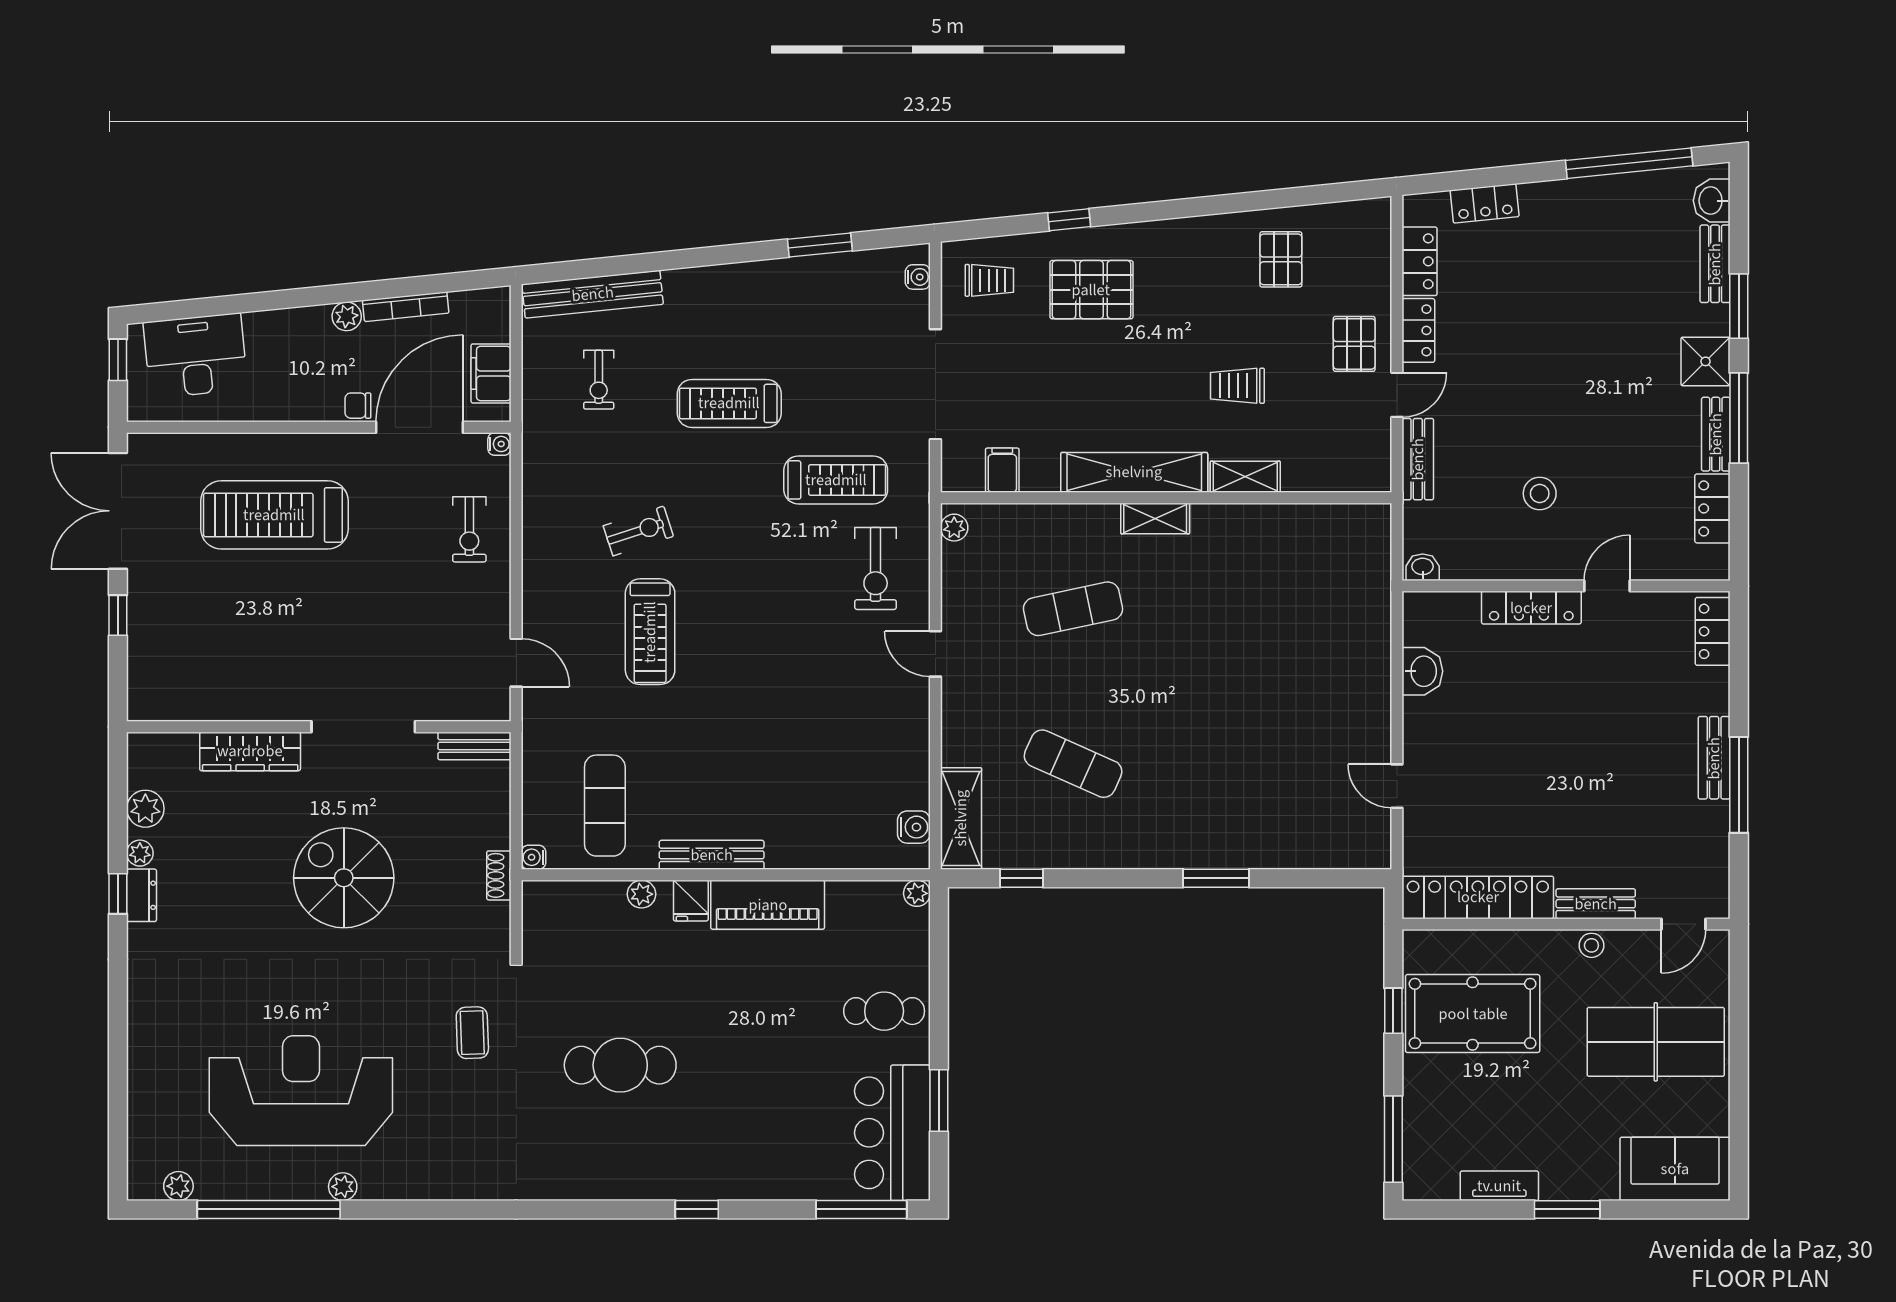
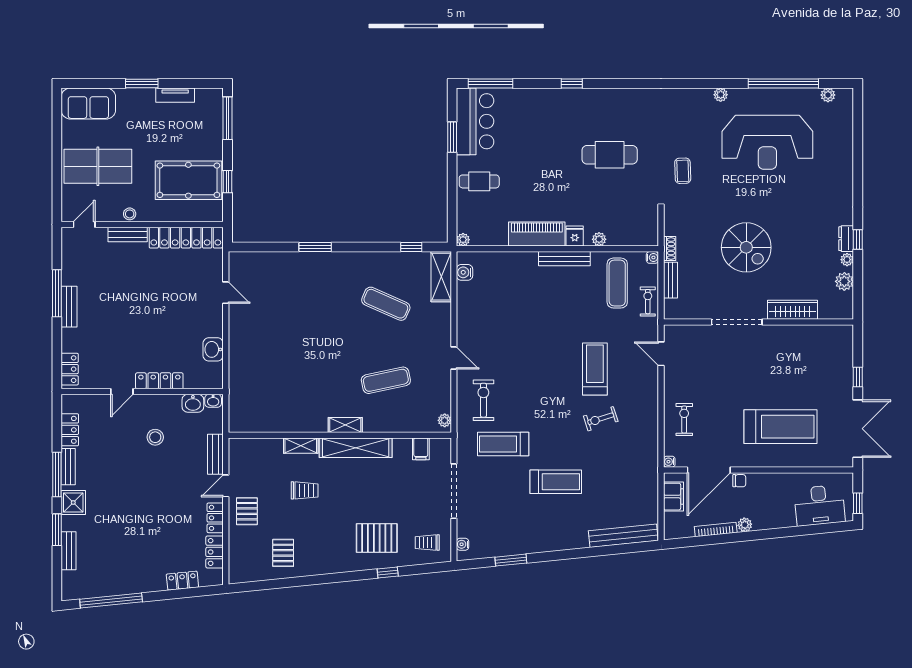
washbasin: (1712, 201) -> (193, 403), moved, turned 90
exercise bike: (599, 380) -> (648, 302), moved
bench: (474, 746) -> (671, 280), moved, turned 90
plant: (343, 1187) -> (721, 95), moved

